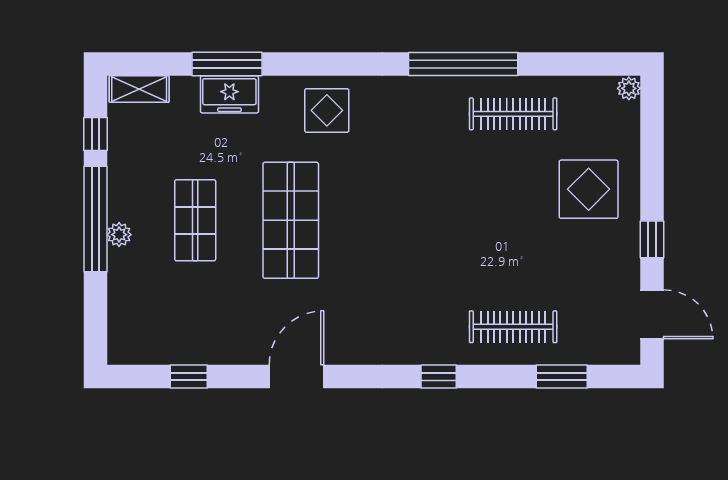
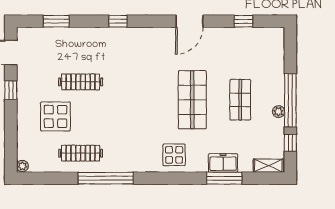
display table: (589, 189) -> (55, 116), moved
plant: (119, 235) -> (278, 112), moved
clothes rail: (513, 327) -> (81, 82), moved

